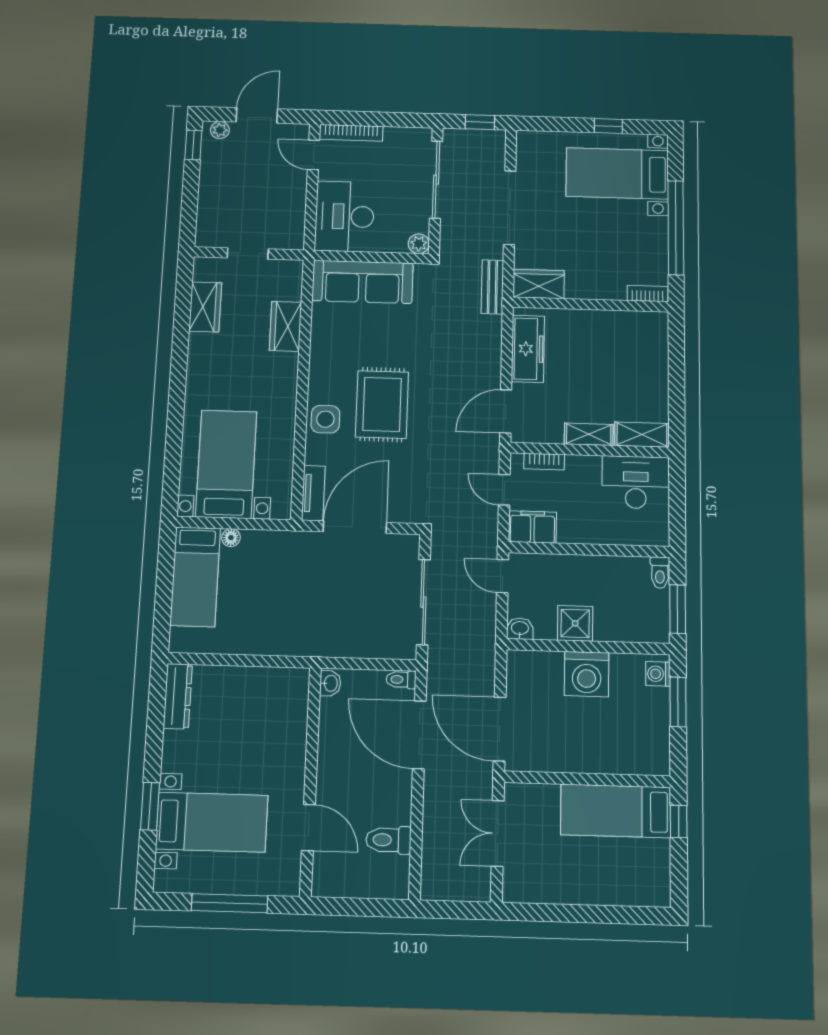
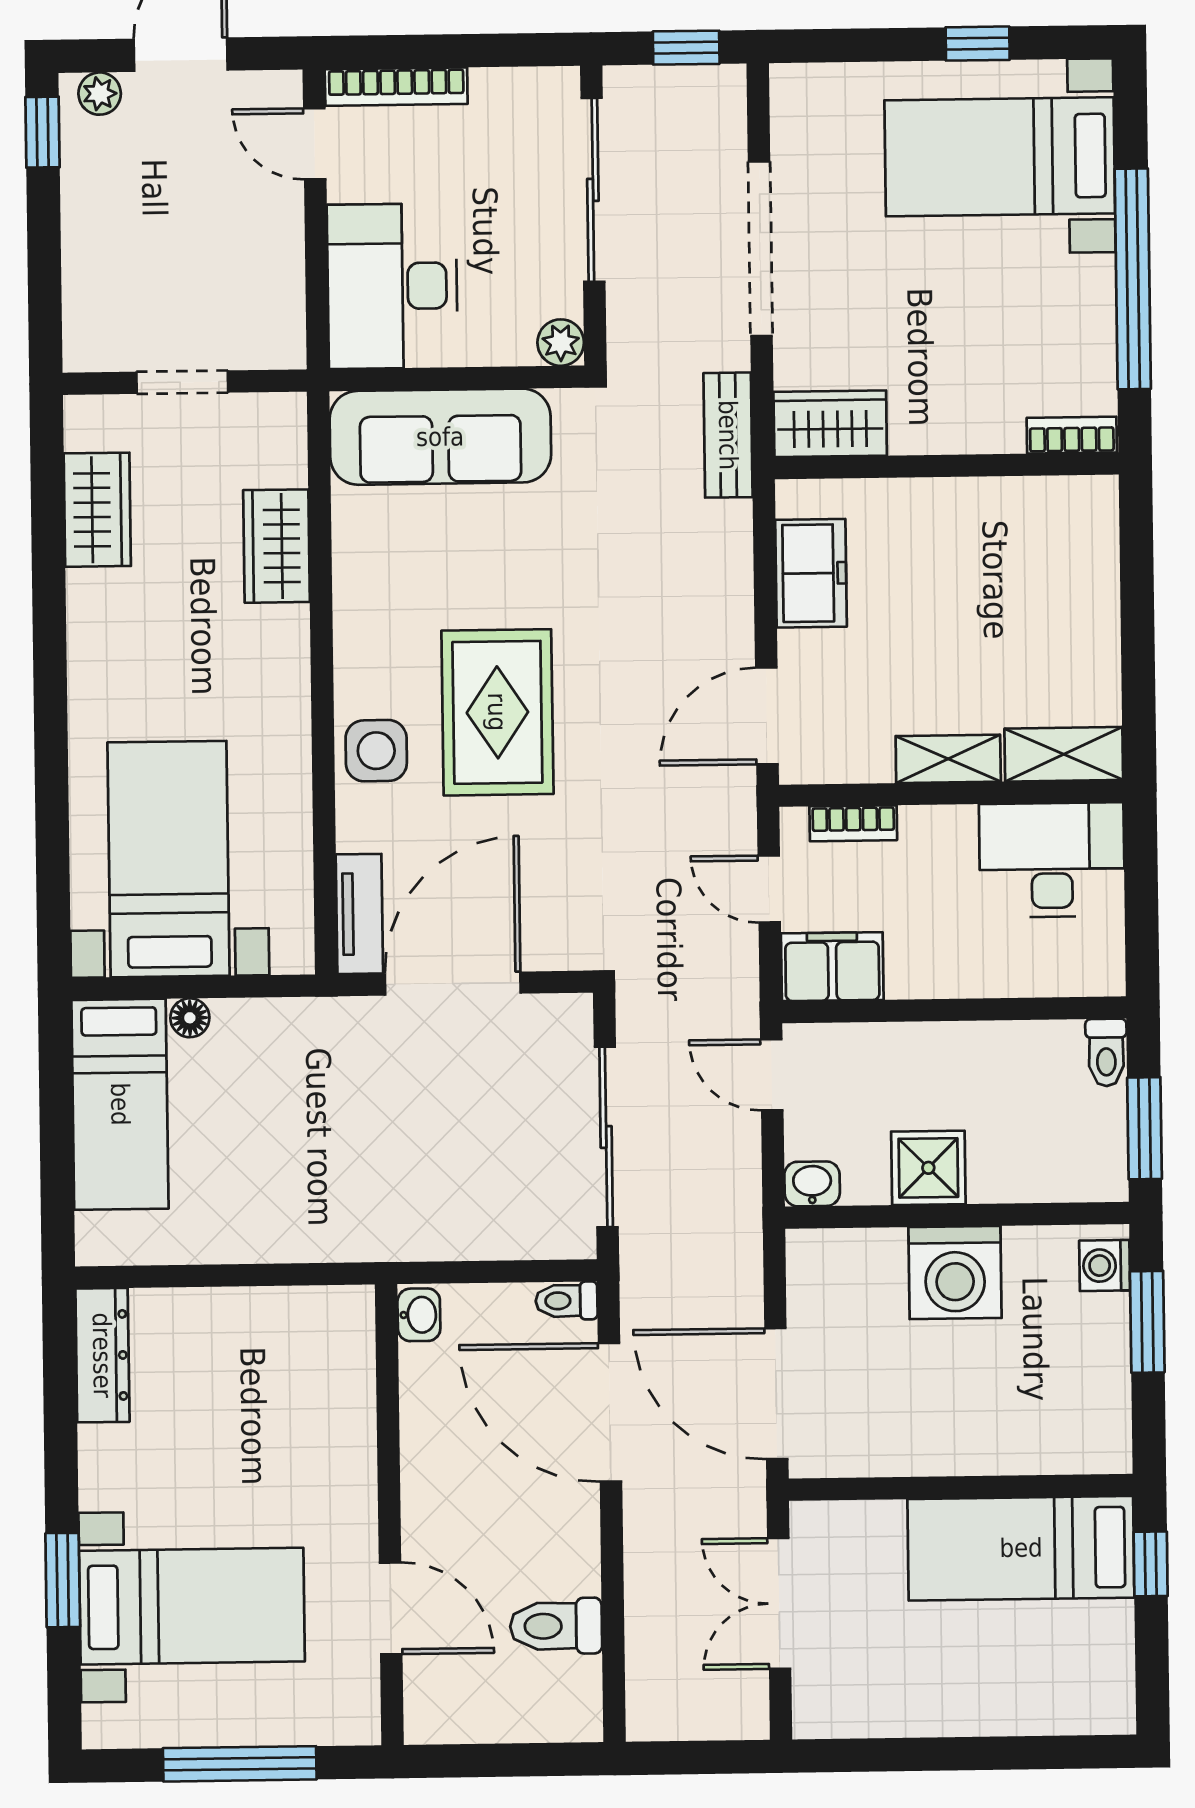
freezer: (528, 349) -> (811, 573), width x0.71

